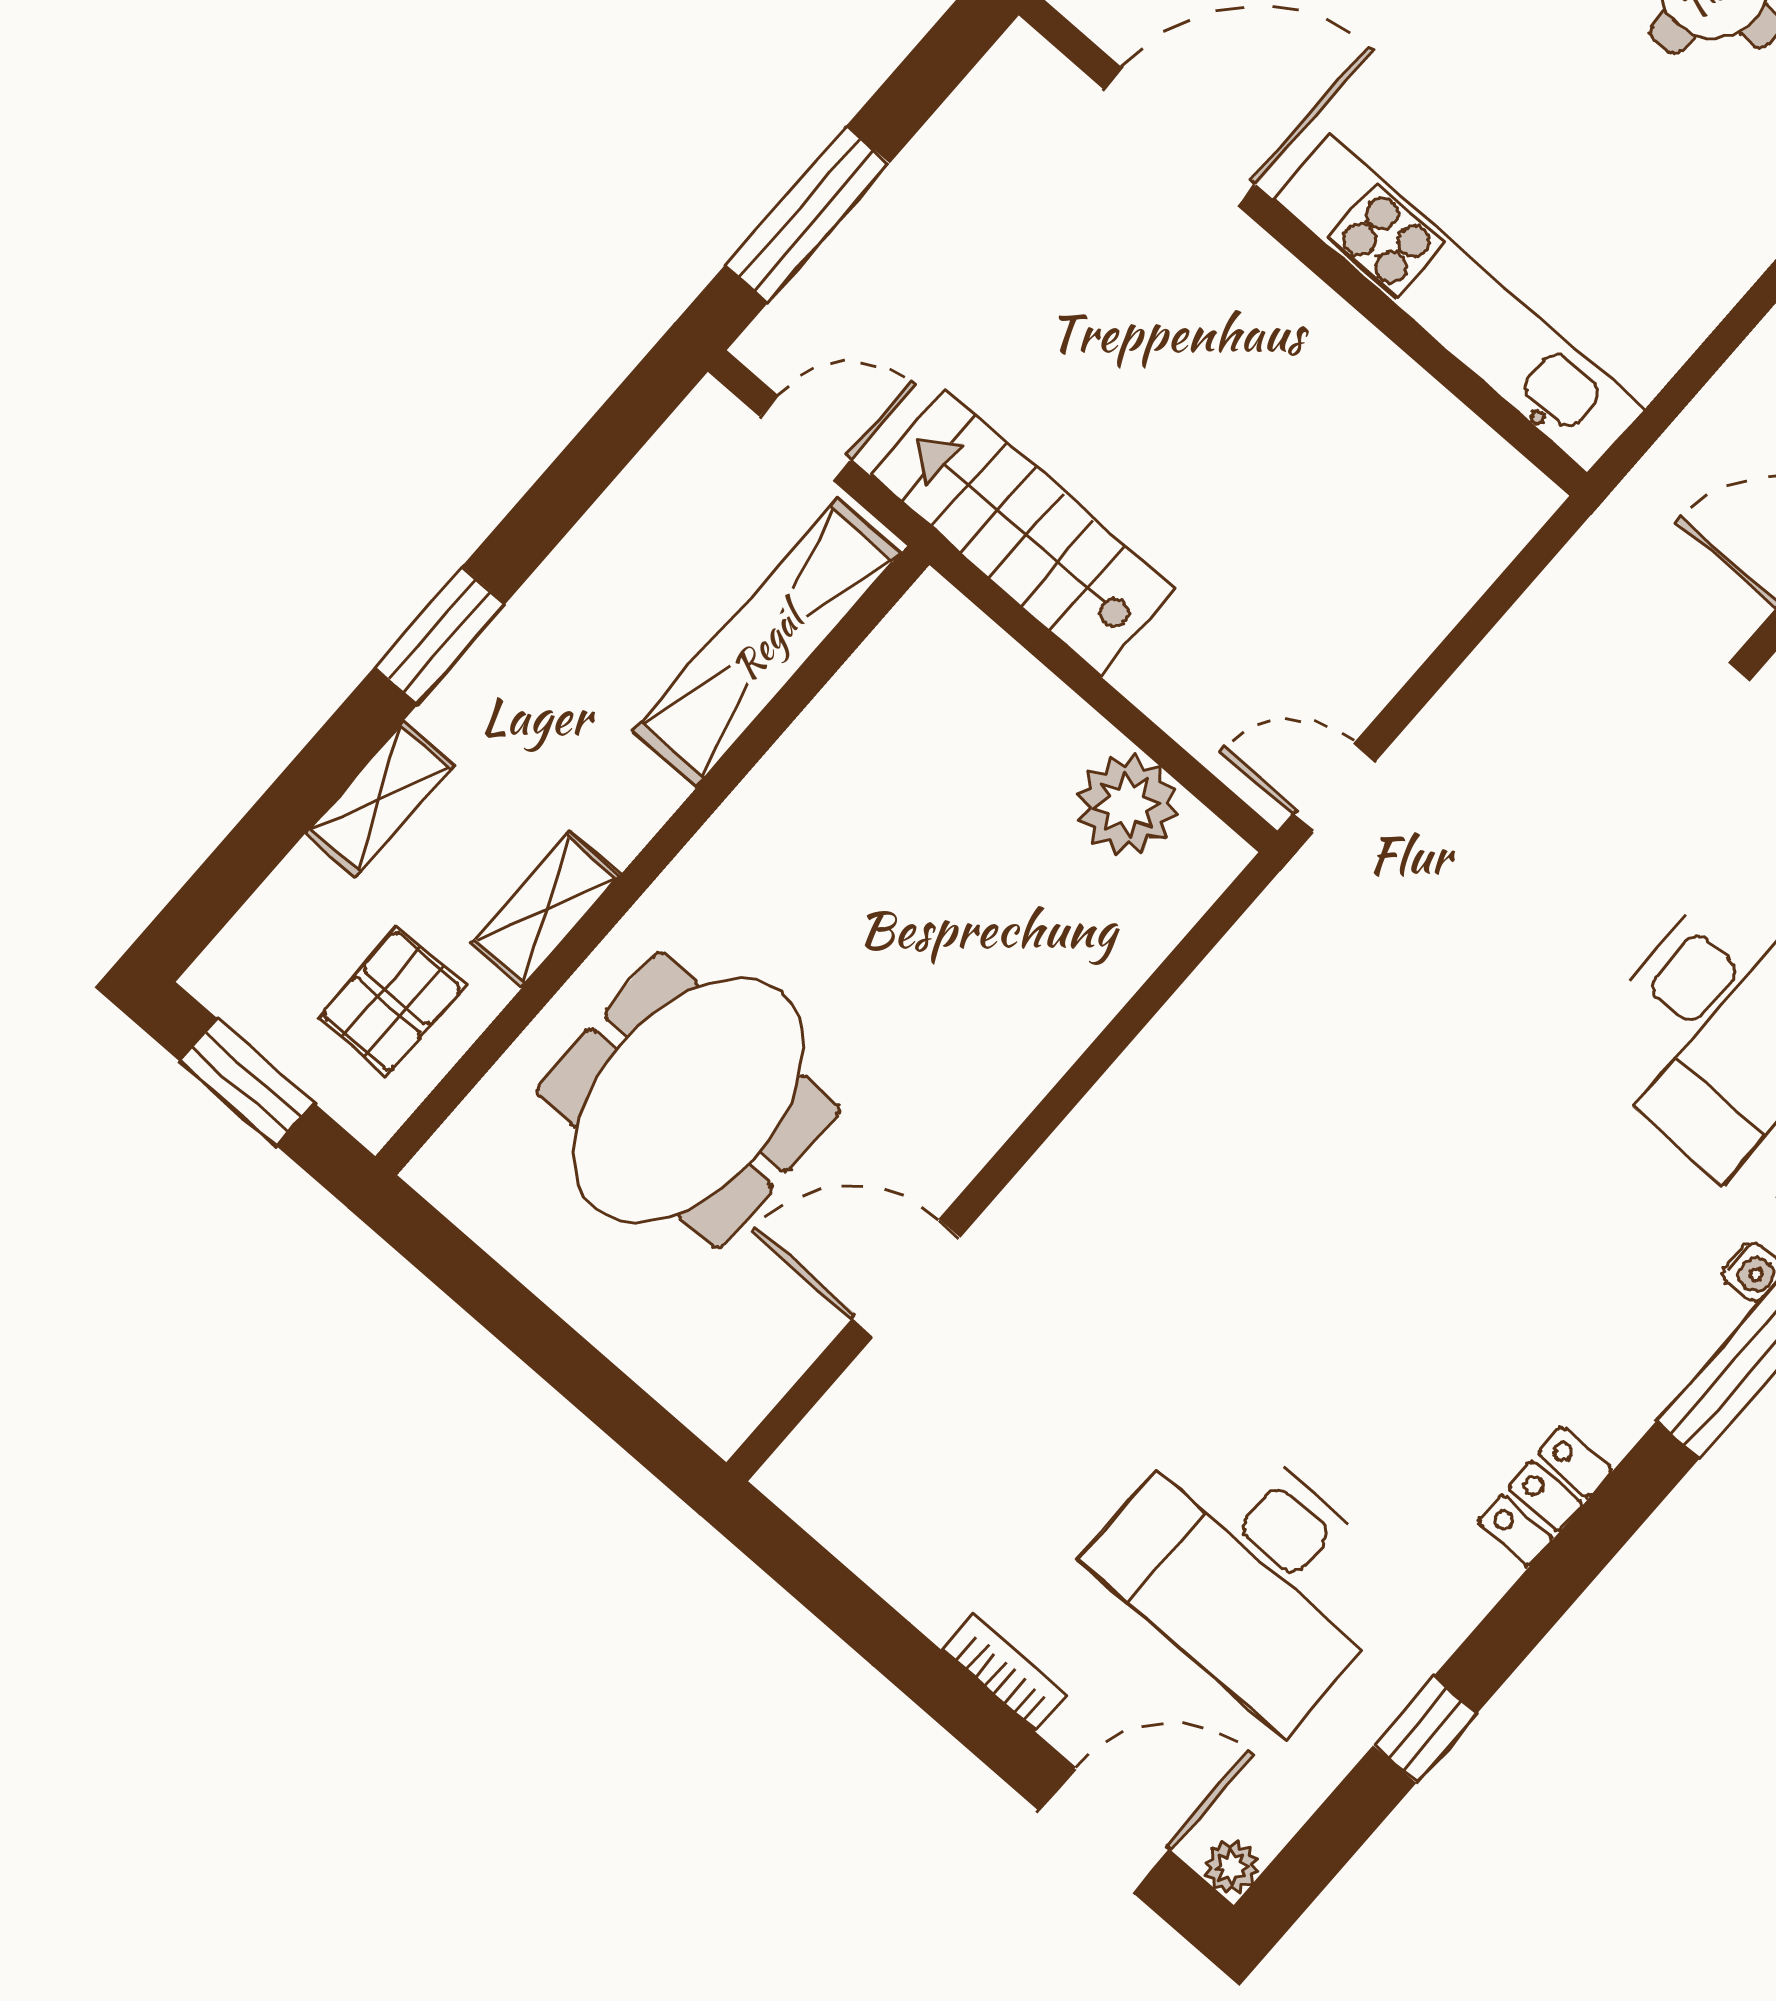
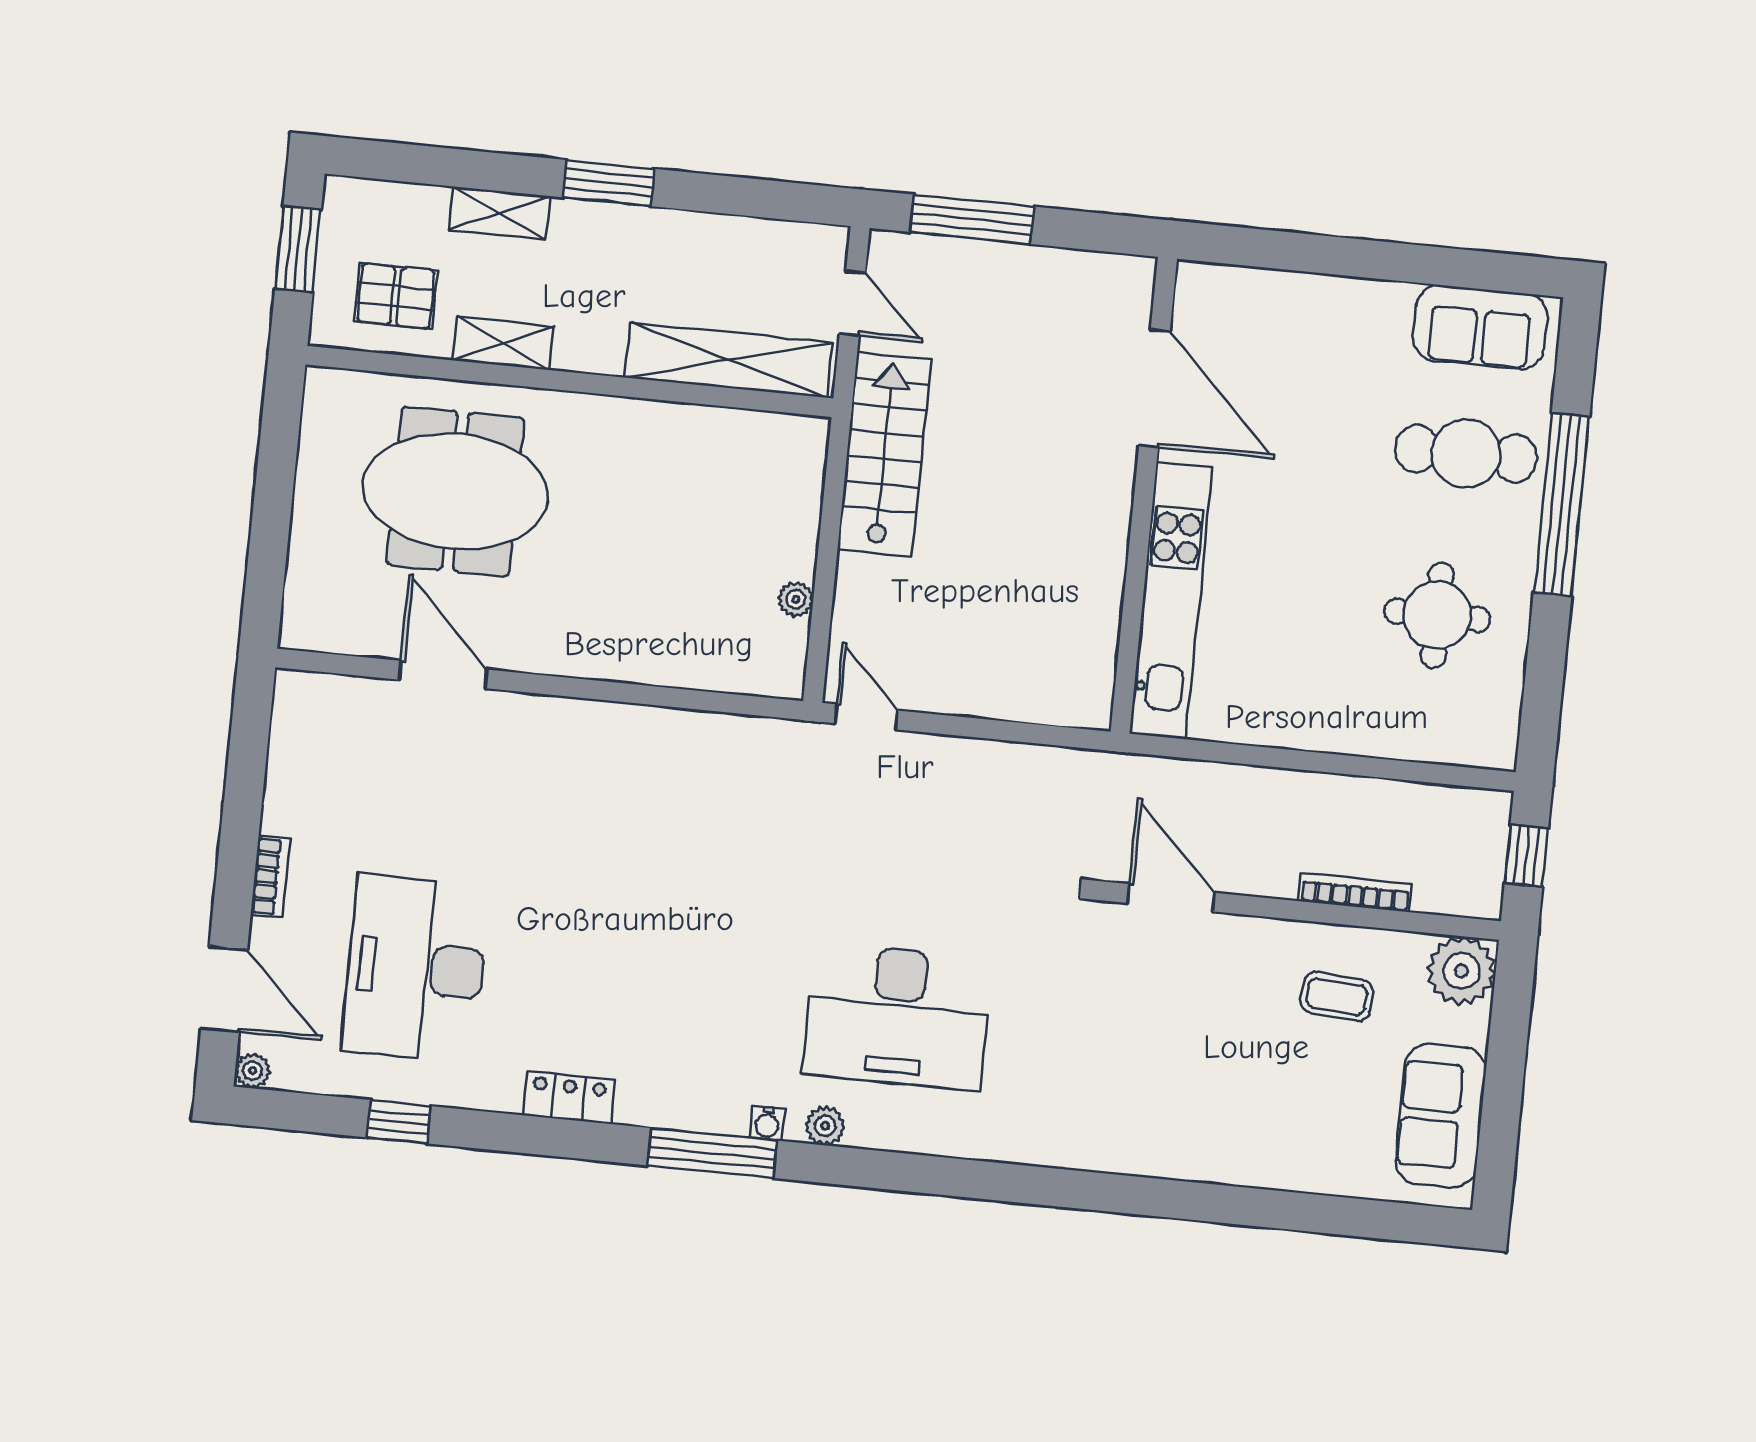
plant: (1127, 805) -> (796, 599), width x0.53, depth x0.53

